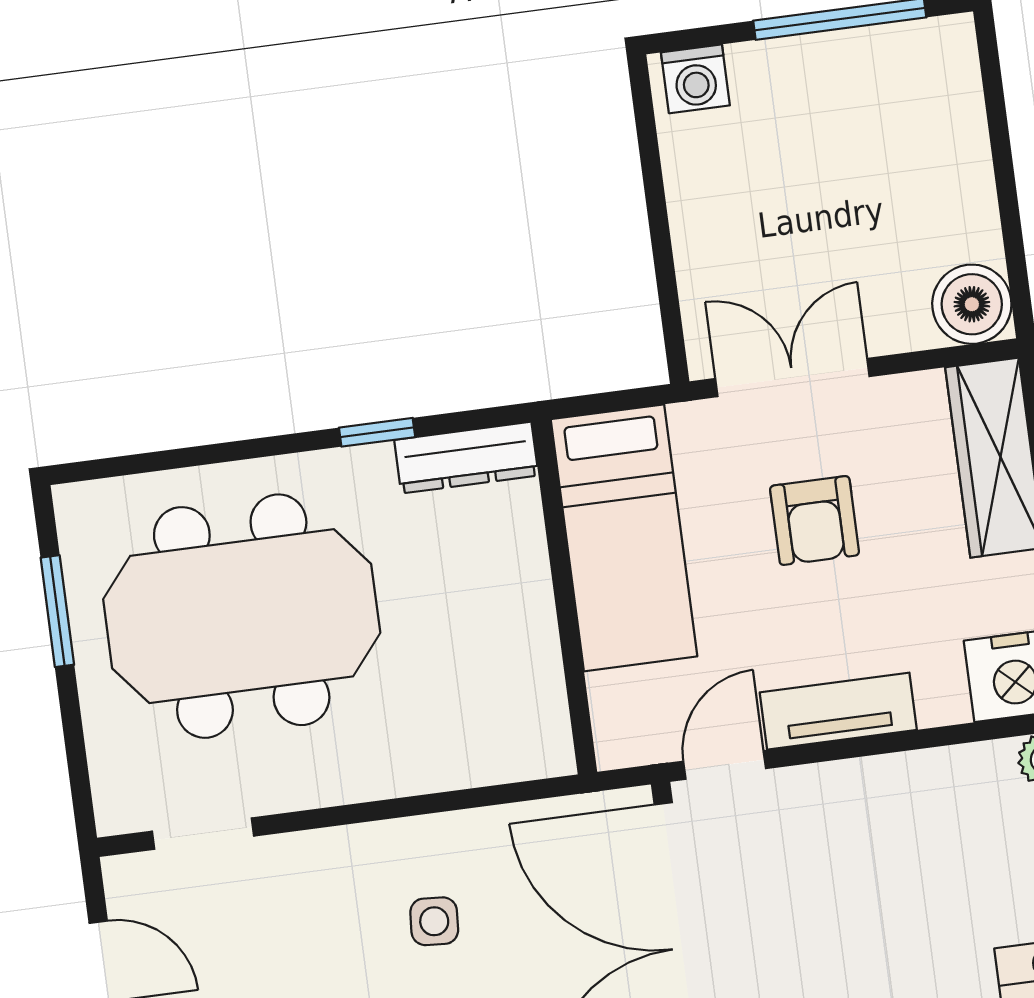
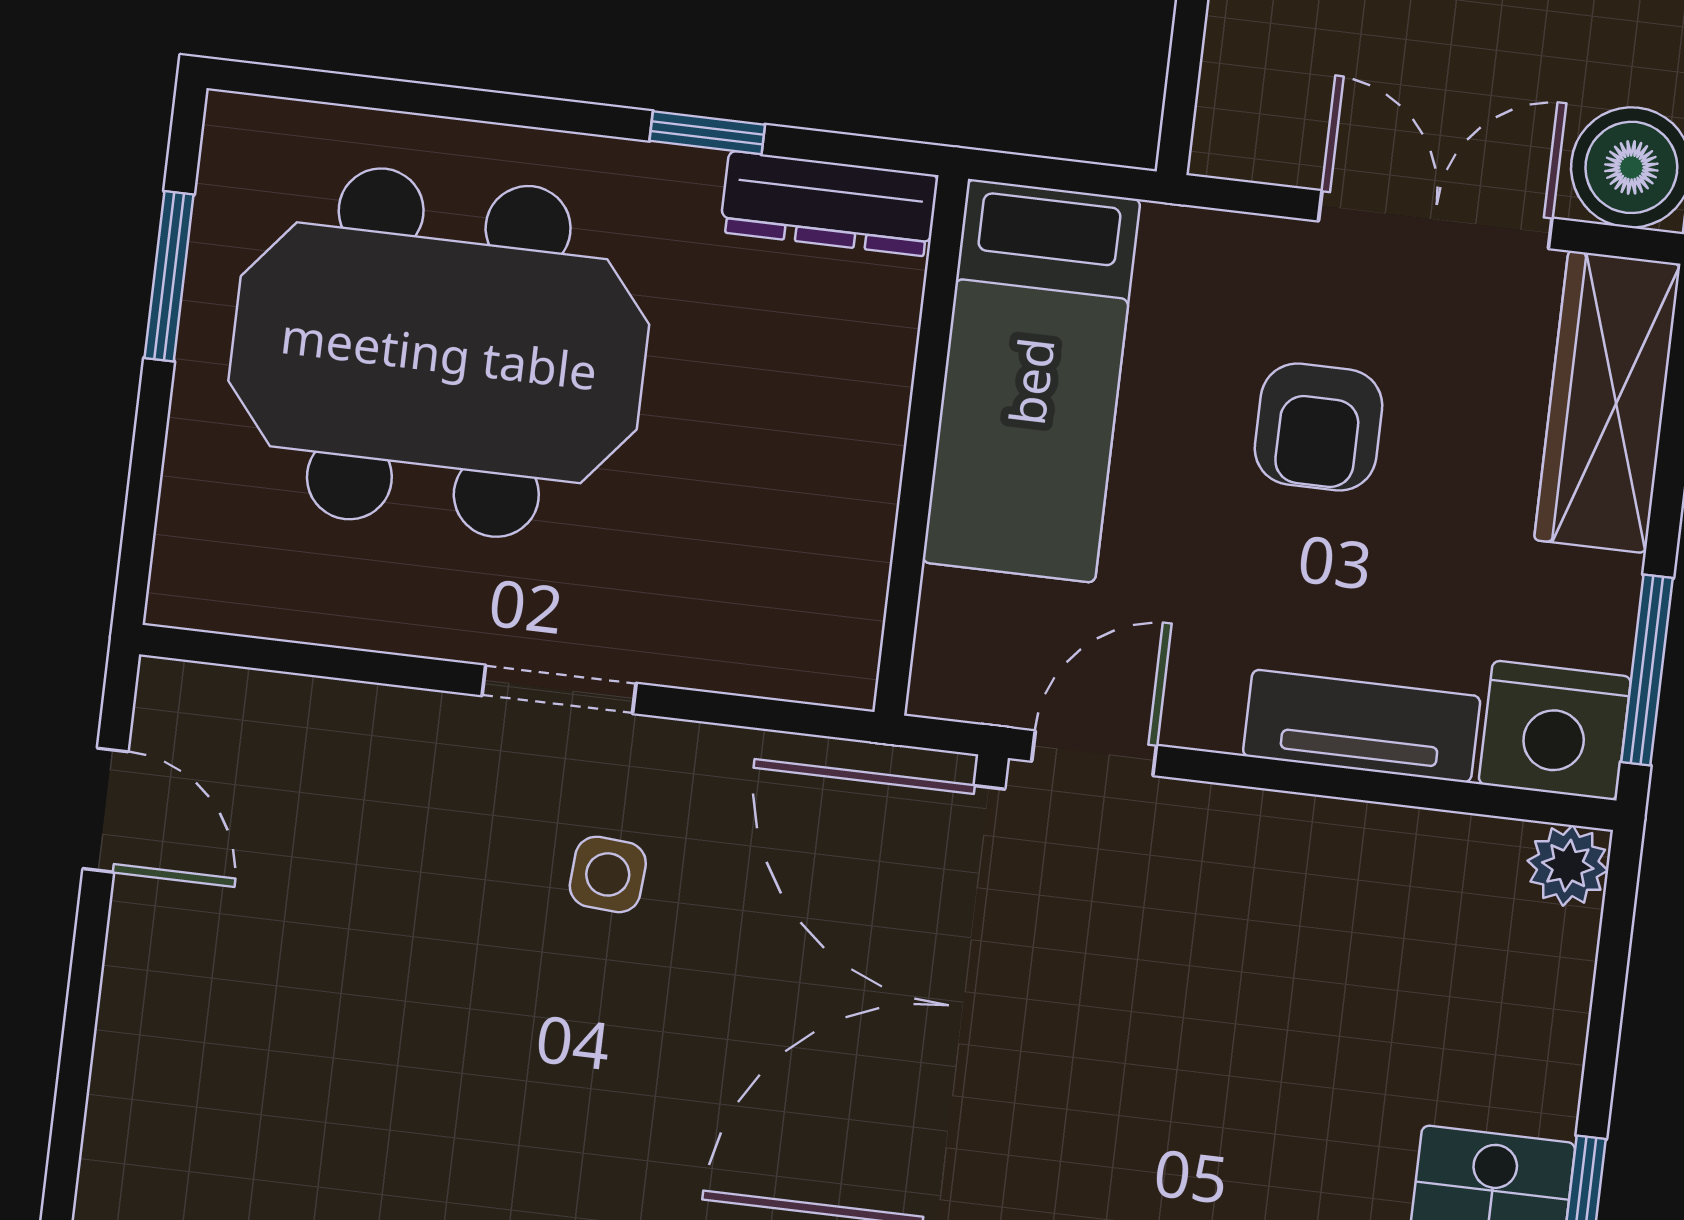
double door: (792, 378) -> (1435, 220), moved
tv unit: (838, 711) -> (1362, 726), moved
doorway: (203, 834) -> (559, 689), moved

